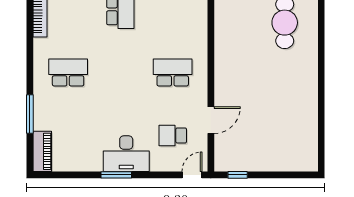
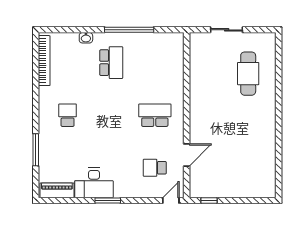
school desk: (68, 72) -> (68, 115), width x0.54
piano: (42, 151) -> (57, 190), moved, turned -90
desk: (126, 154) -> (94, 183), moved

